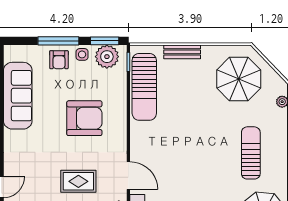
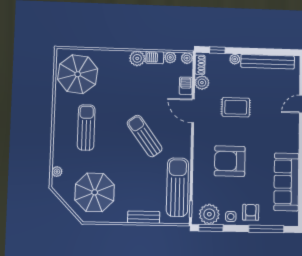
window: (58, 41) -> (266, 229), moved
sun lounger: (184, 145) -> (145, 136), added
sun lounger: (251, 153) -> (86, 127), turned 180

